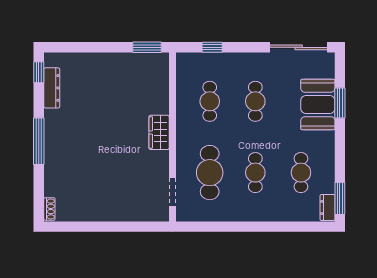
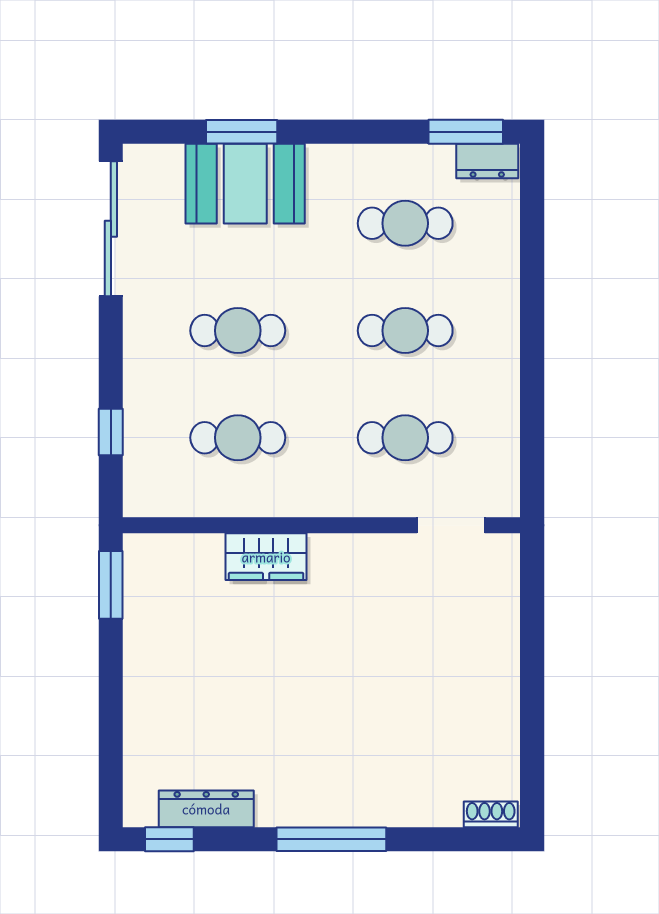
wardrobe: (159, 132) -> (266, 557), moved
cafe table: (210, 173) -> (405, 438), width x0.73, depth x0.74

